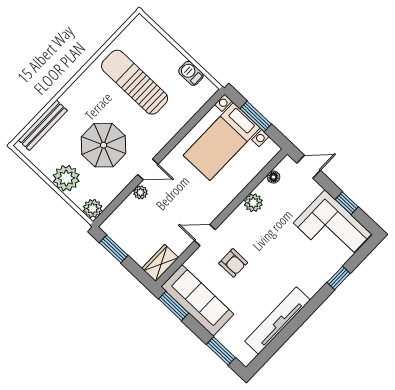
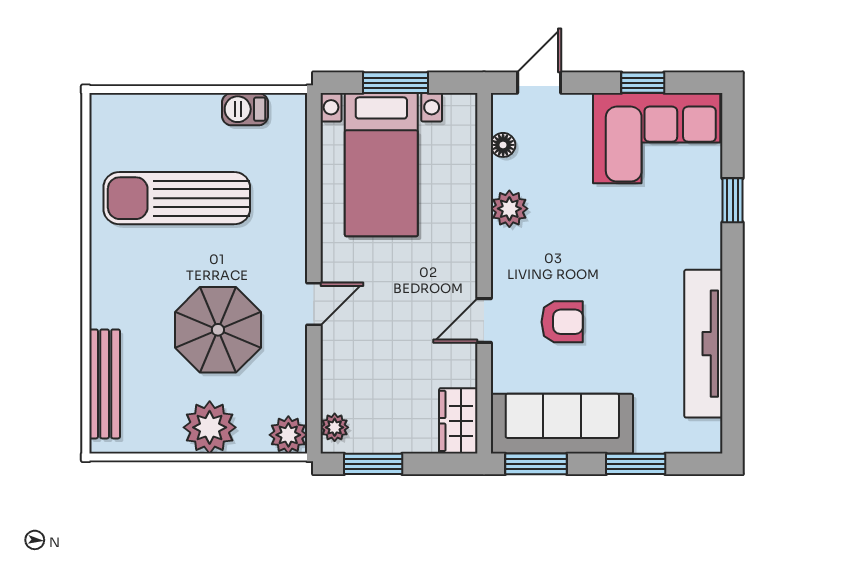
plant: (140, 192) -> (335, 427), moved
window: (221, 351) -> (636, 464), moved

